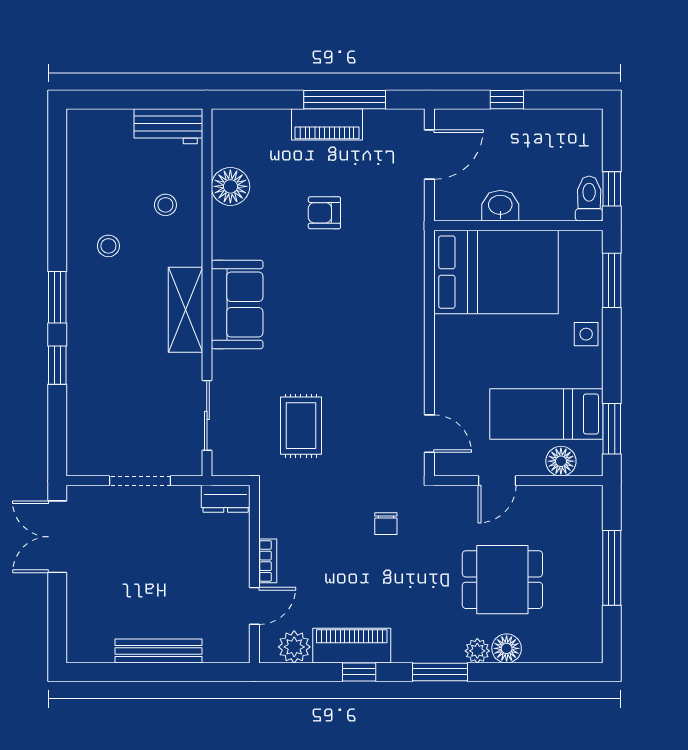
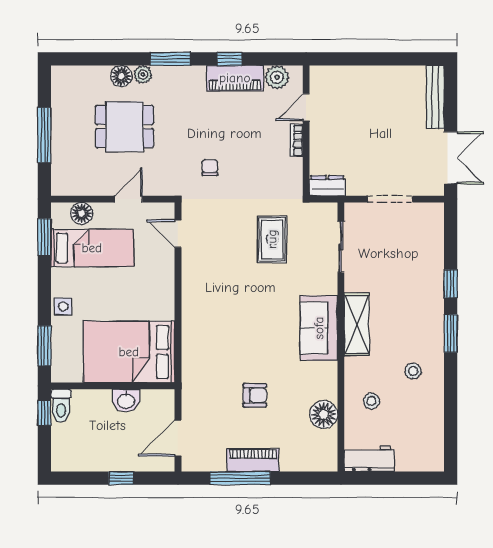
bench: (159, 651) -> (435, 97), moved, turned 90

